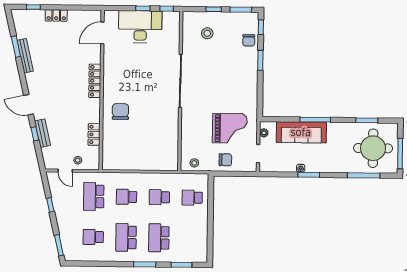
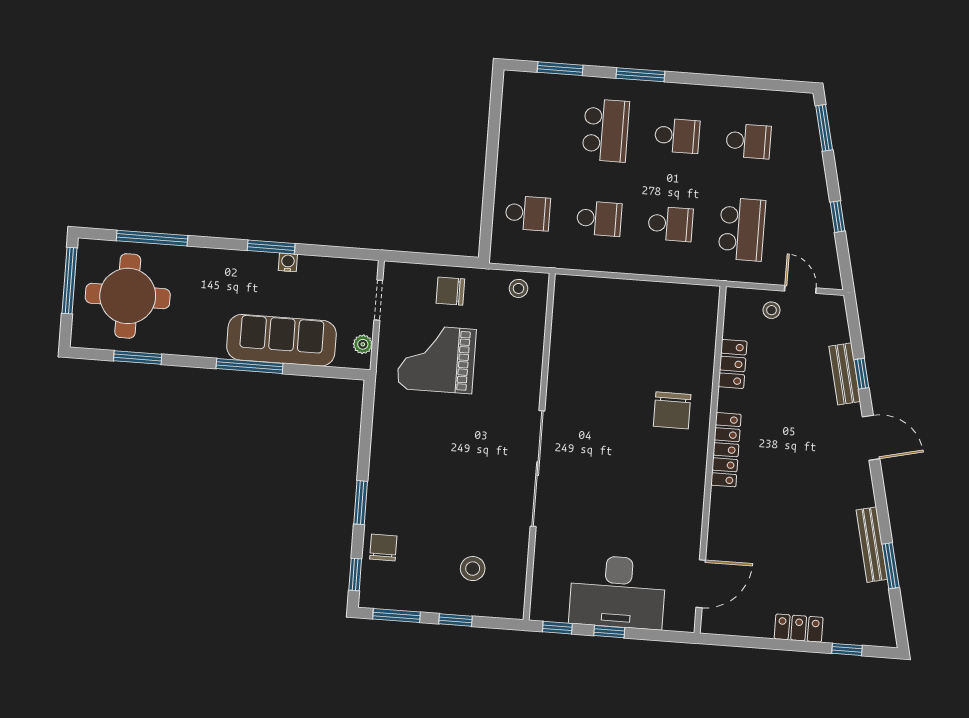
locker: (95, 81) -> (726, 450), moved
school desk: (126, 237) -> (677, 136), width x0.54

